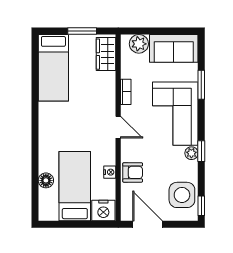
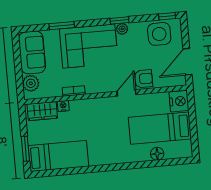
window: (82, 31) -> (25, 149), moved
door: (118, 127) -> (126, 93), moved
nightstand: (110, 172) -> (63, 106), moved
armchair: (133, 172) -> (143, 79), turned 90

